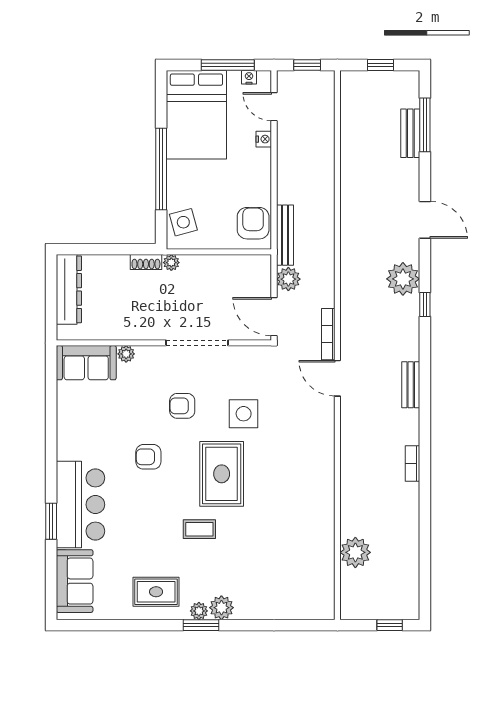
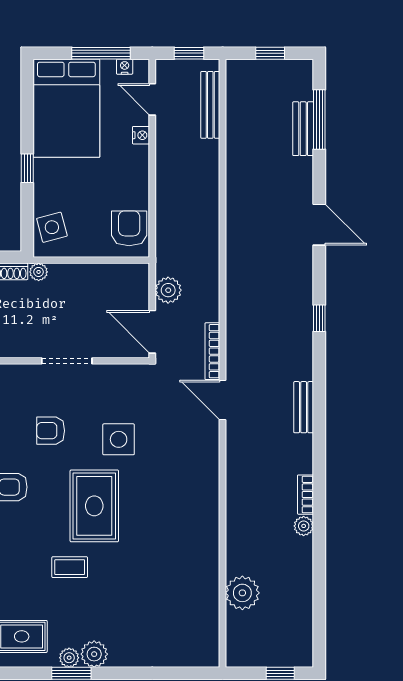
window: (161, 169) -> (27, 168), width x0.32
bench: (285, 235) -> (210, 105), moved
plant: (403, 279) -> (304, 526), moved, width x0.53, depth x0.53
doorway: (197, 343) -> (67, 361), width x0.73

